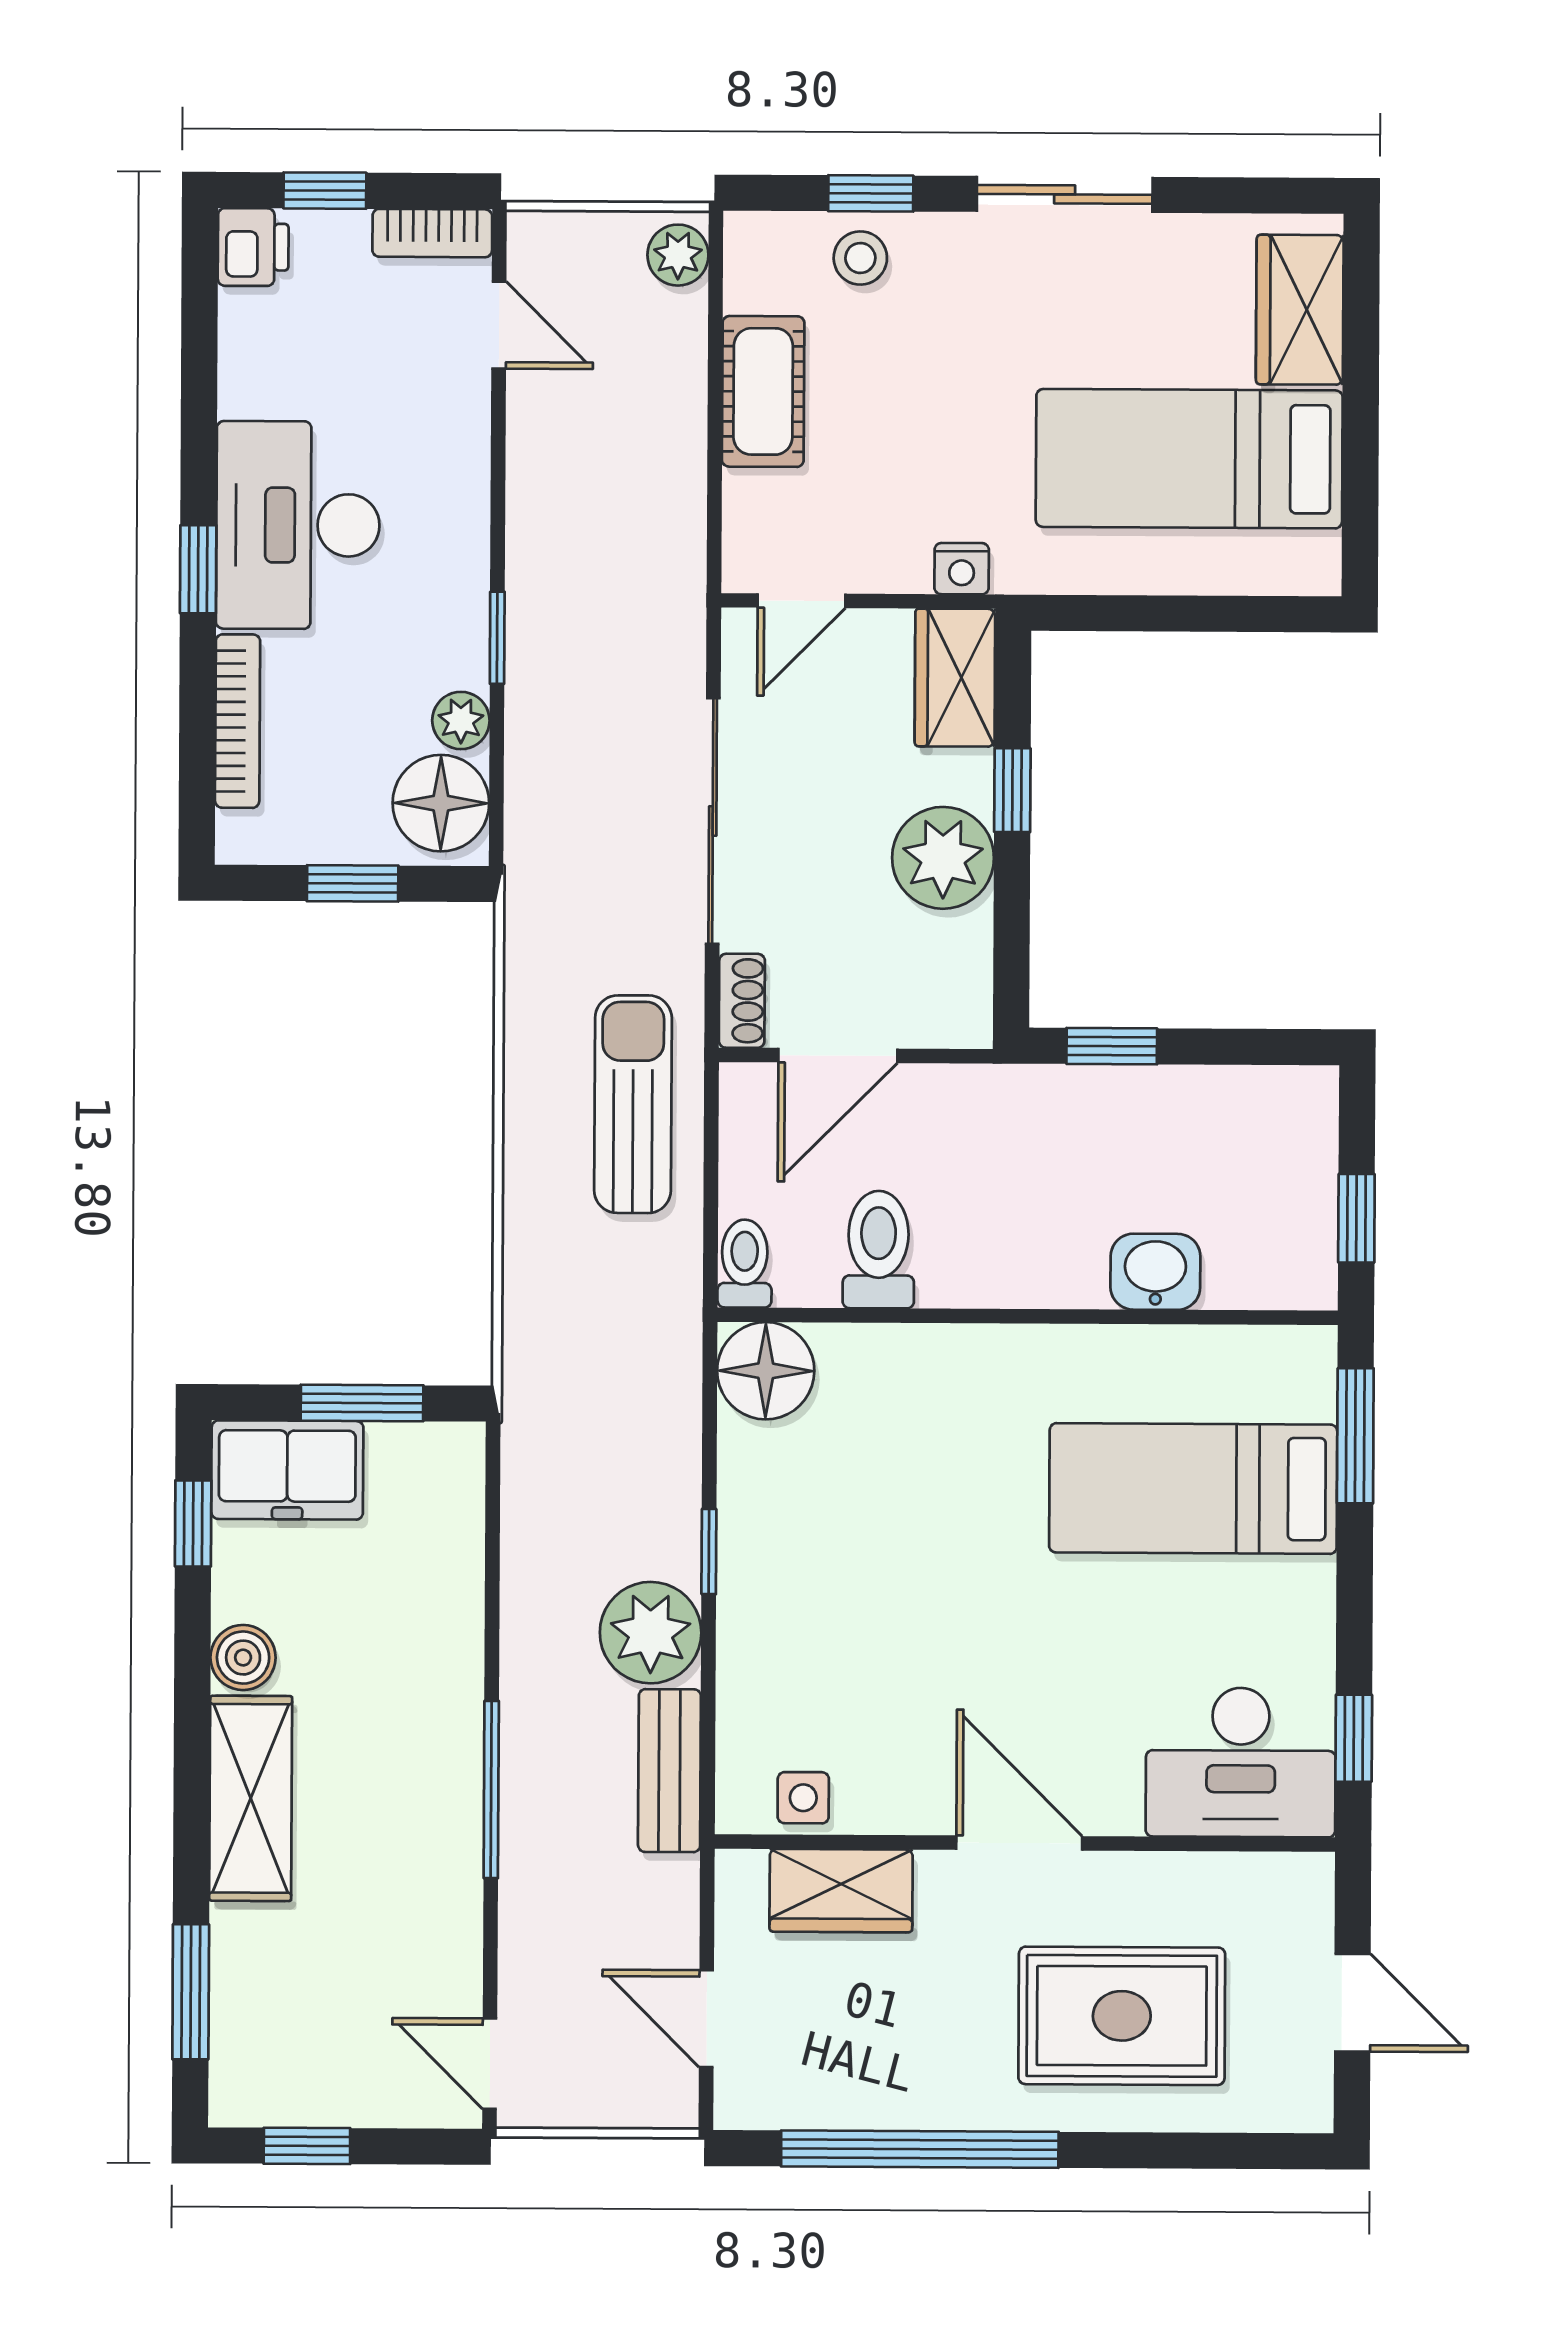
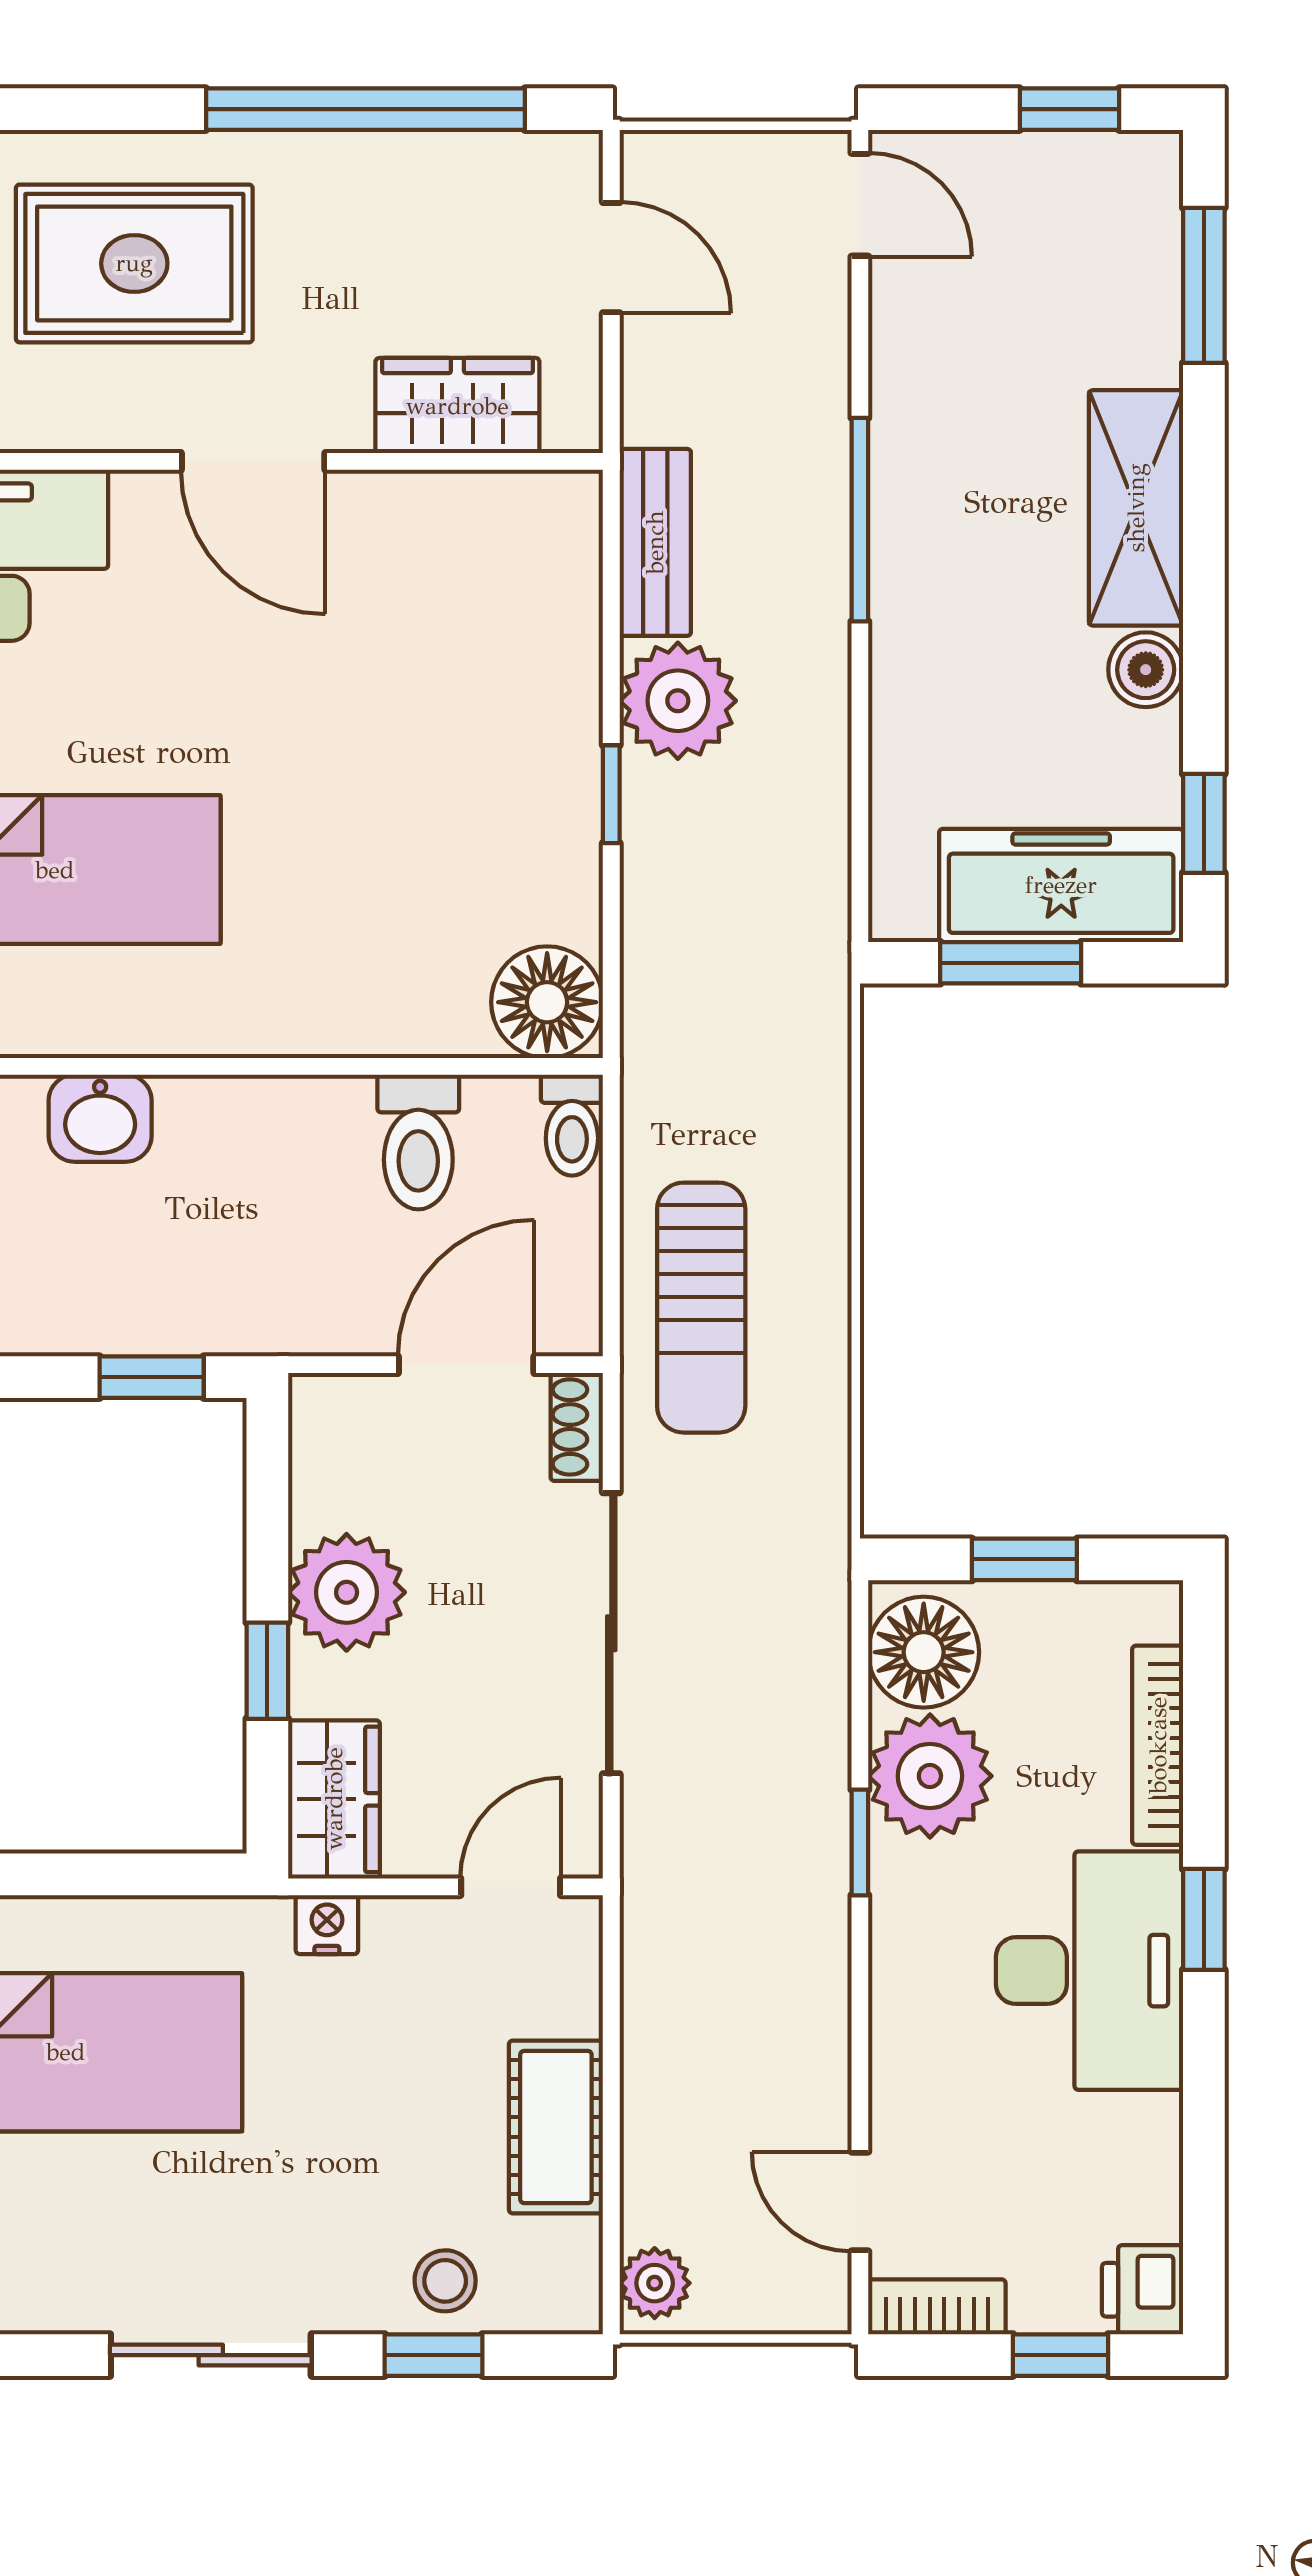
plant: (461, 721) -> (930, 1776), width x1.88, depth x1.88
freezer: (287, 1470) -> (1061, 885), width x1.40
side table: (803, 1798) -> (501, 512), removed

